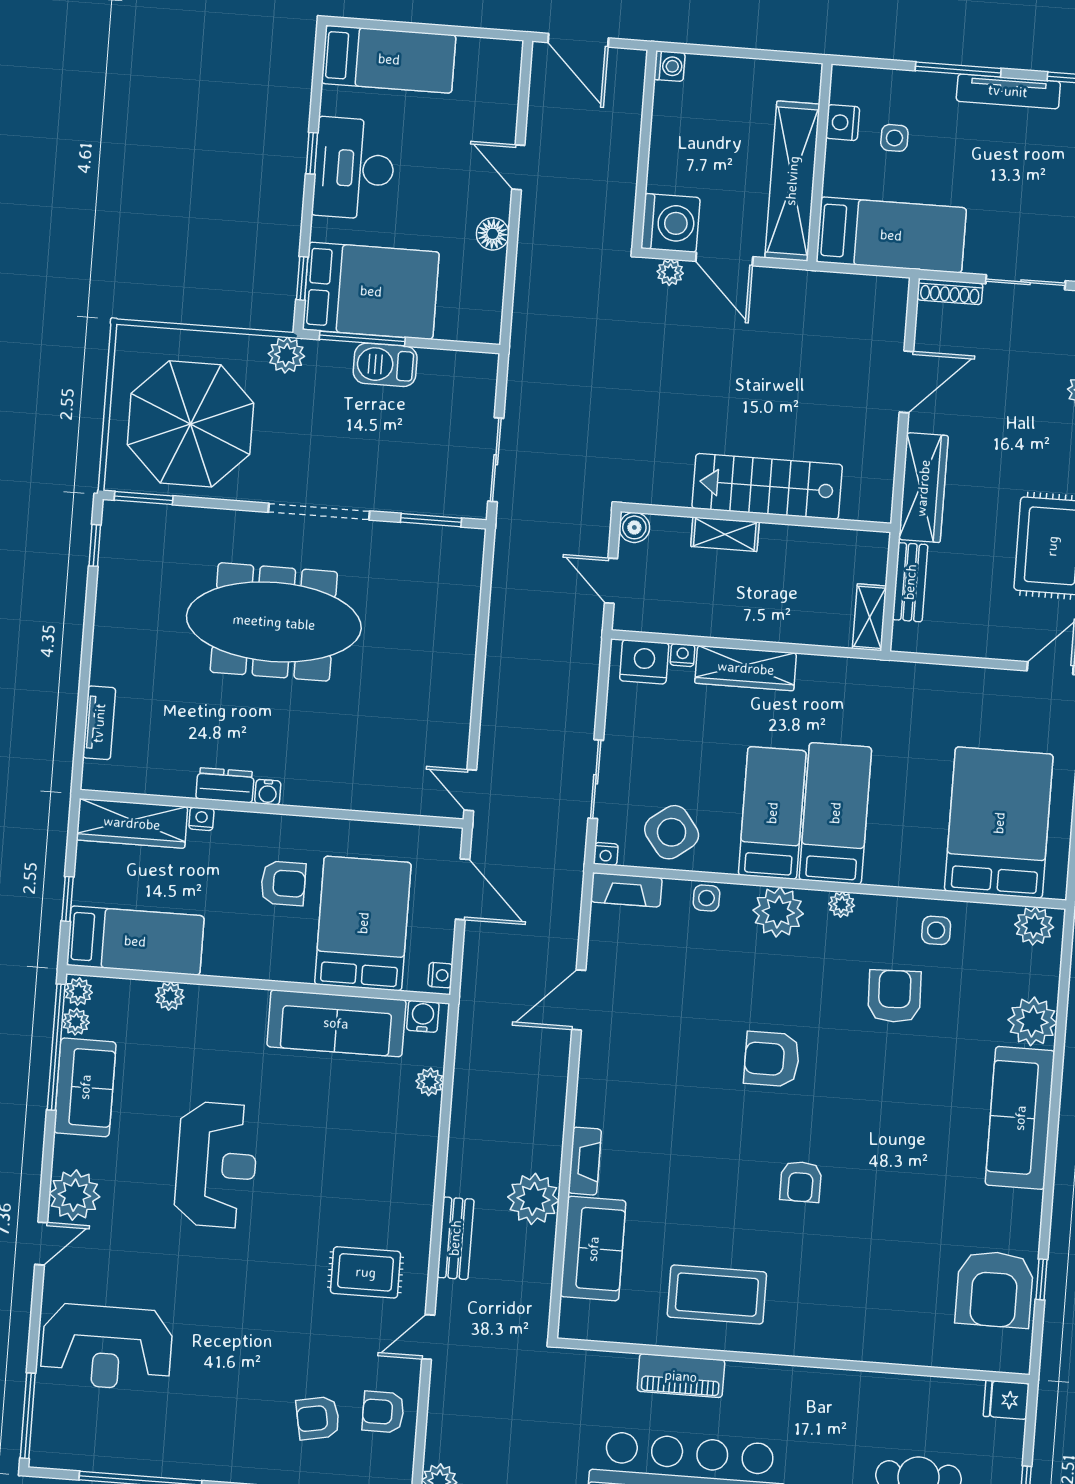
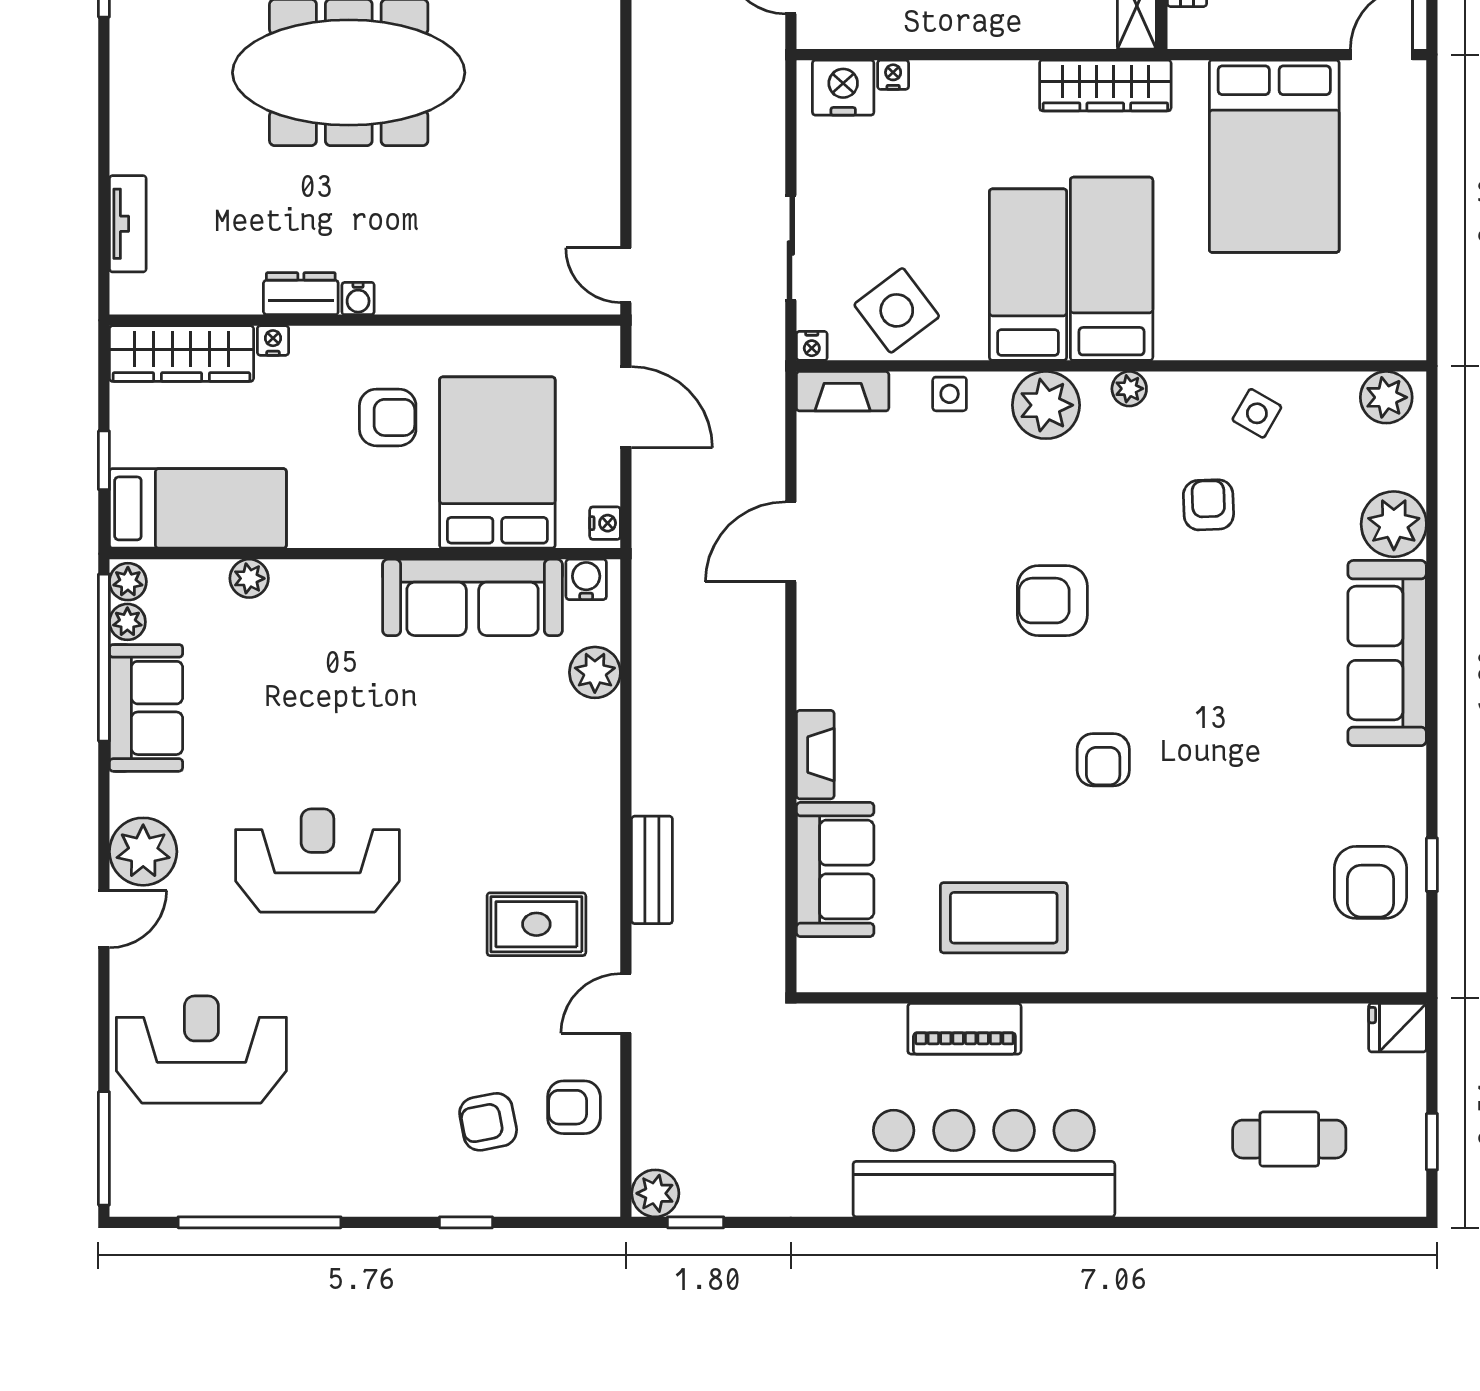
wardrobe: (746, 668) -> (1105, 85), moved
bed: (999, 823) -> (1274, 156), moved, turned 180
side table: (936, 930) -> (1257, 413), turned 30
armchair: (894, 996) -> (1208, 505), width x0.72, depth x0.72
plant: (430, 1082) -> (595, 672), width x1.38, depth x1.38
reception desk: (216, 1165) -> (317, 861), moved, turned -90
plant: (533, 1199) -> (751, 810), removed
armchair: (994, 1289) -> (1370, 882), width x0.73, depth x0.73
reception desk: (107, 1347) -> (201, 1049), turned 180

